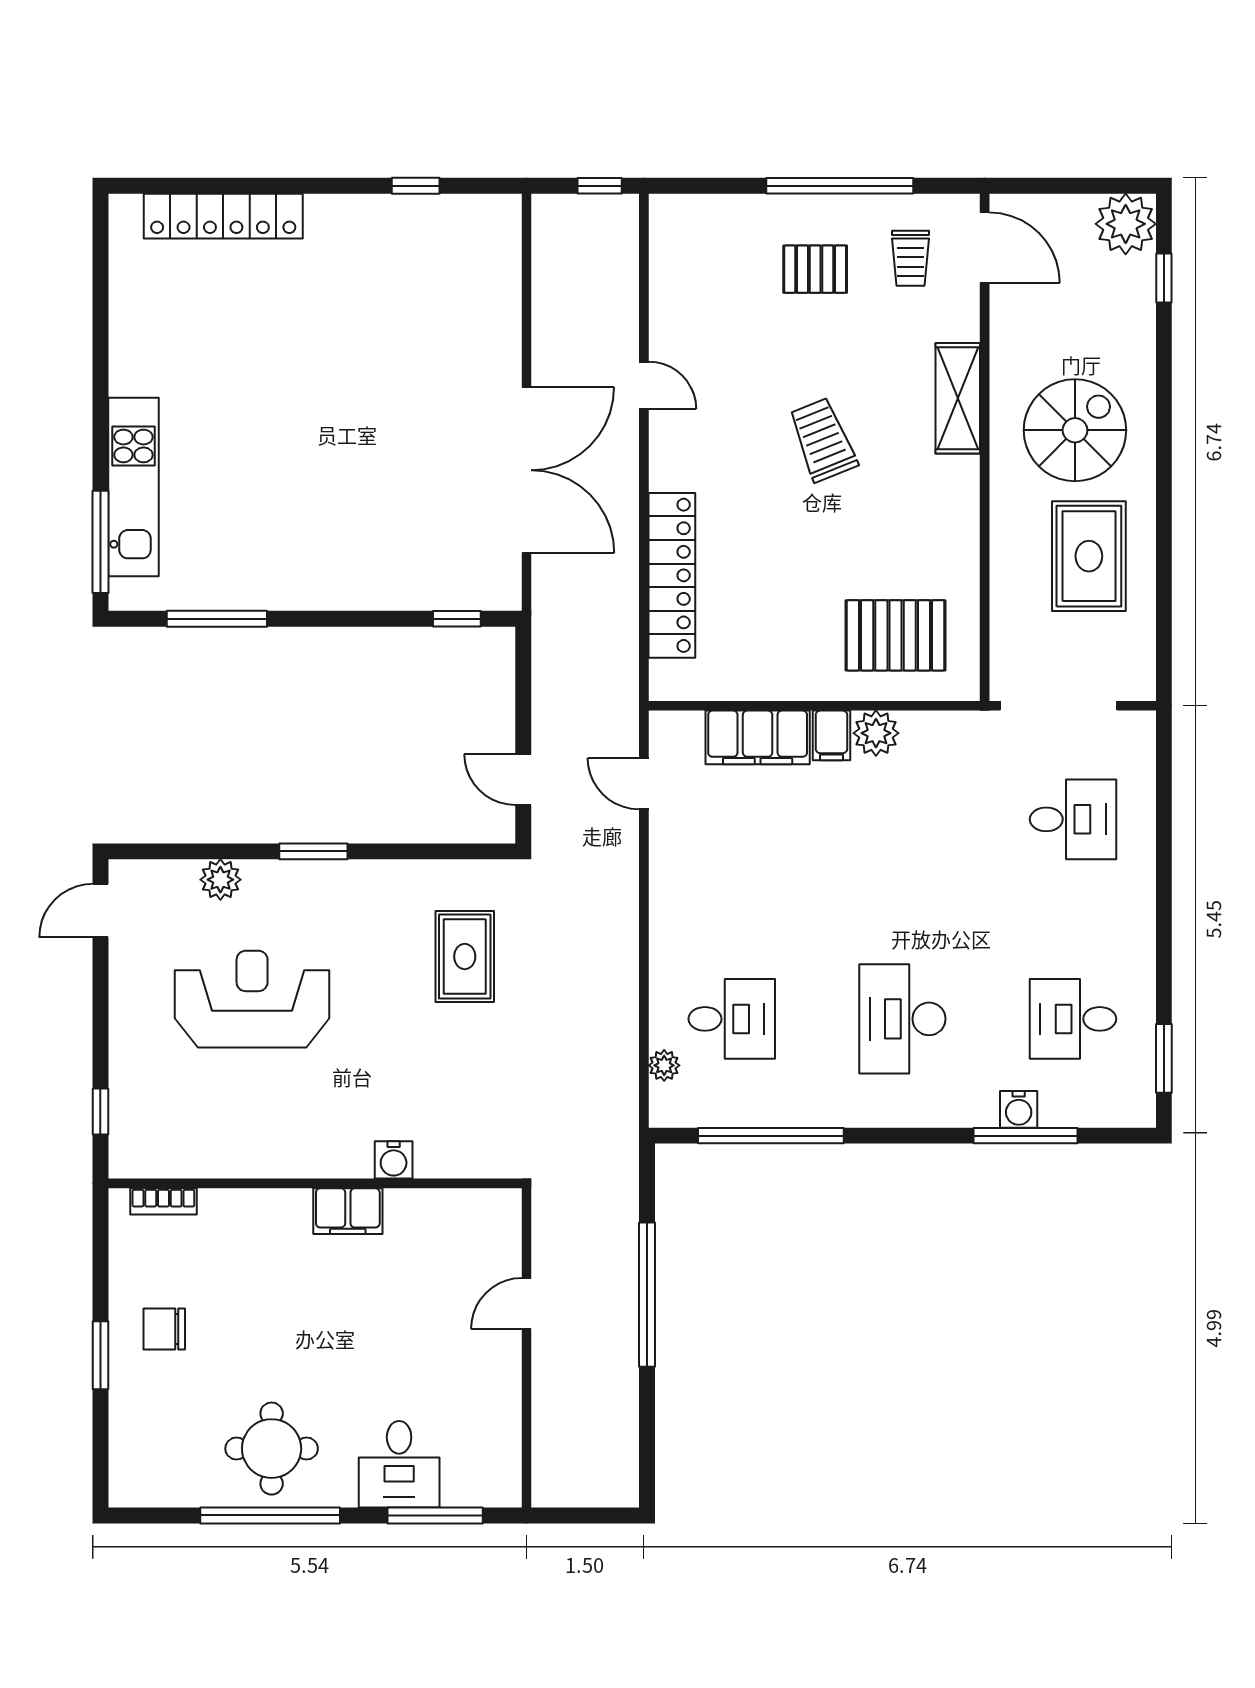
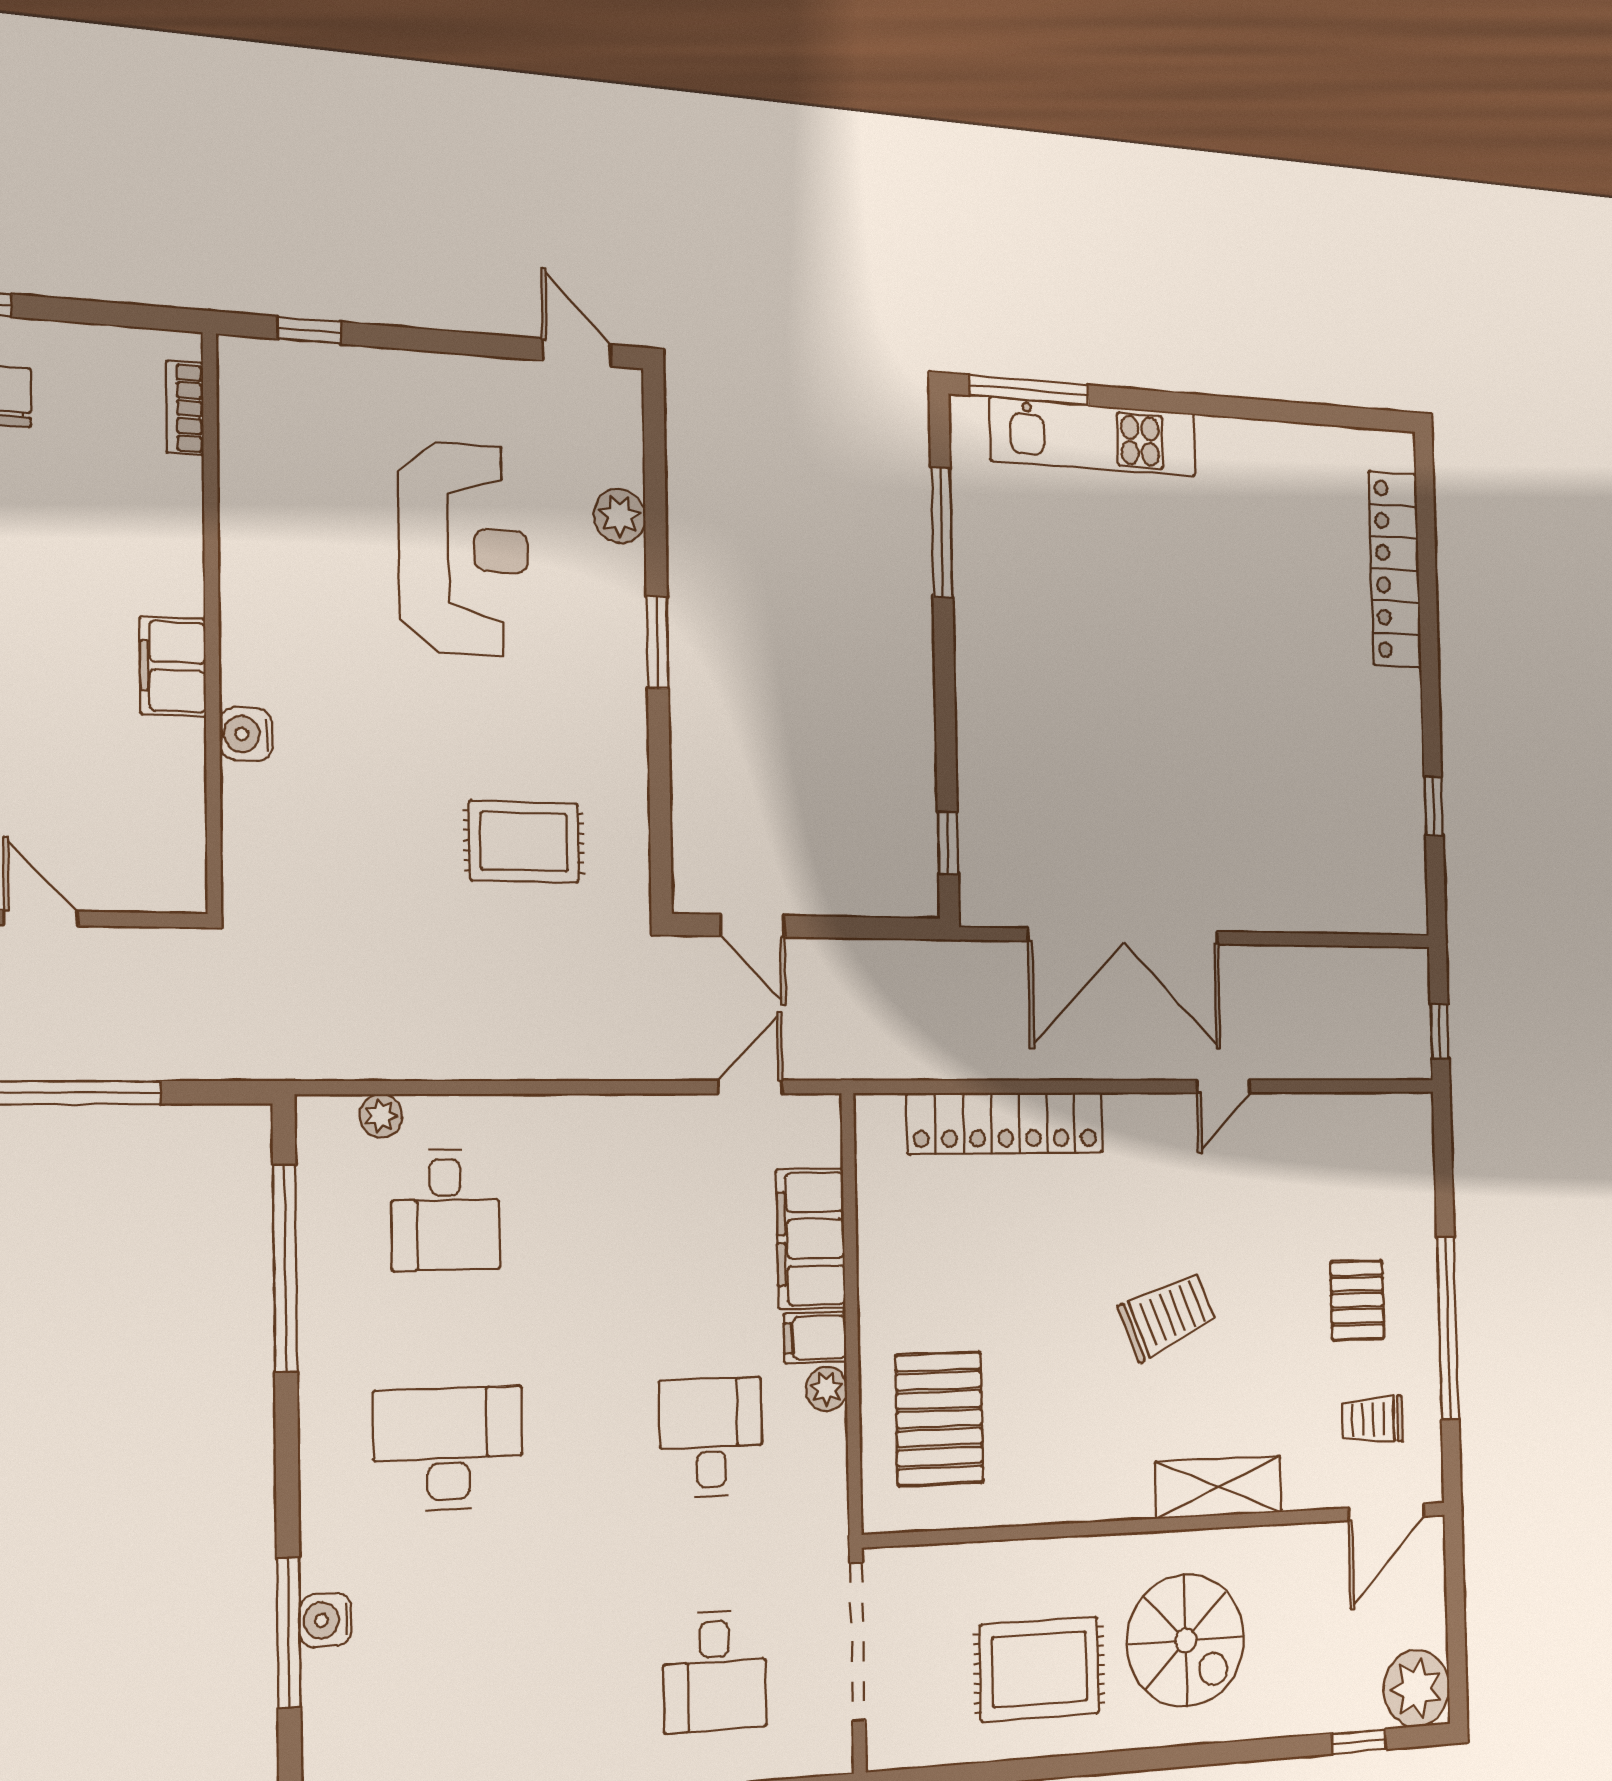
plant: (876, 733) -> (827, 1389), width x0.73, depth x0.73
door: (523, 780) -> (753, 926), swing flipped
desk: (1073, 1019) -> (711, 1437), moved

